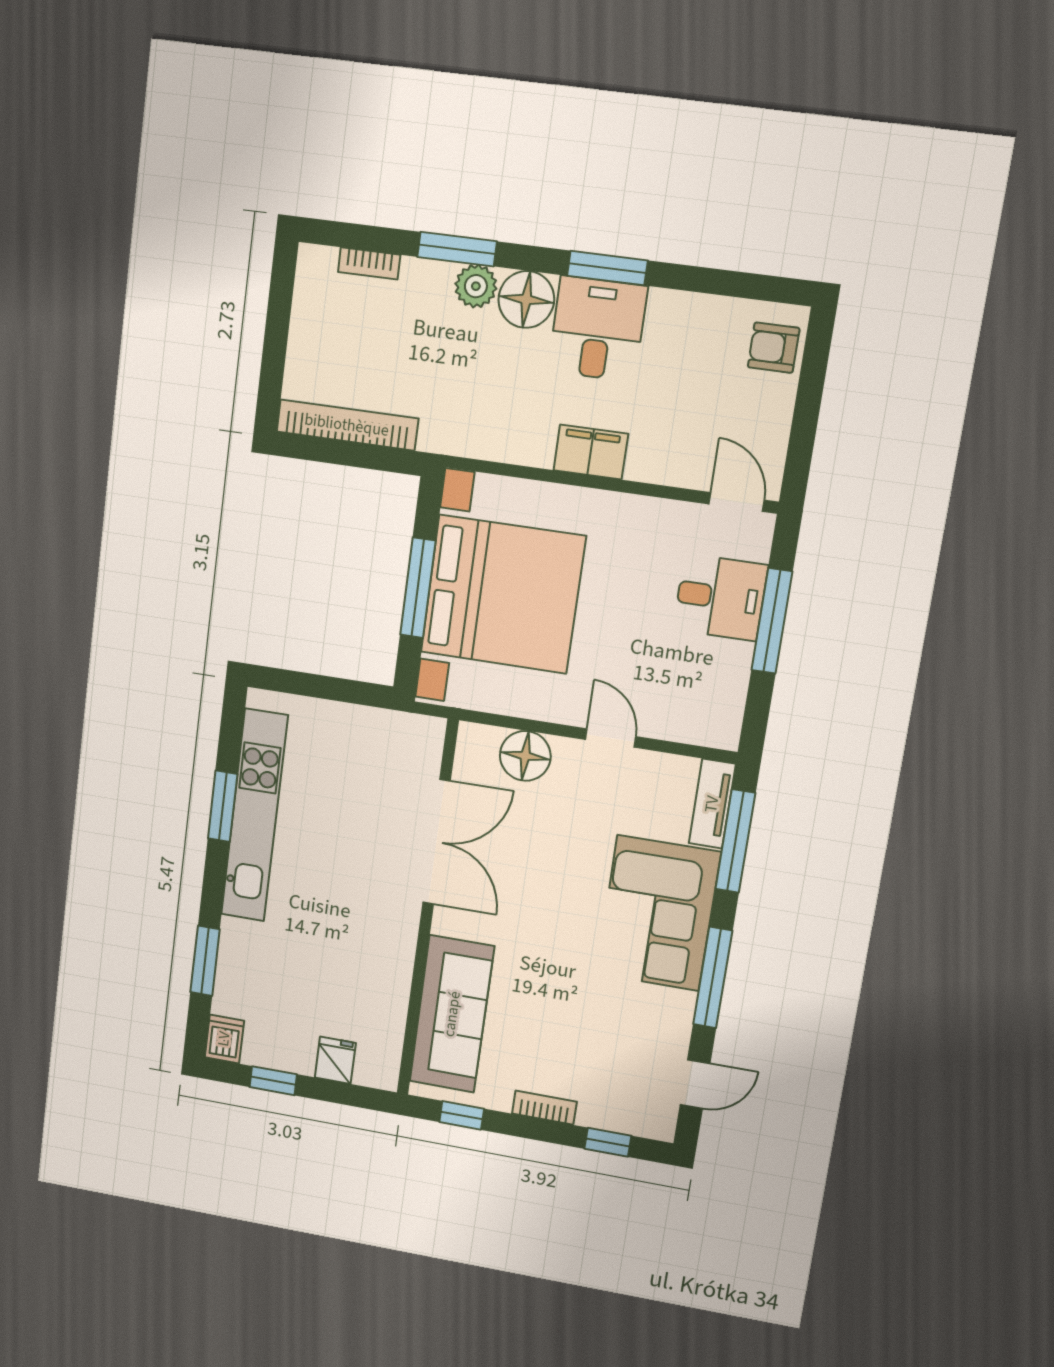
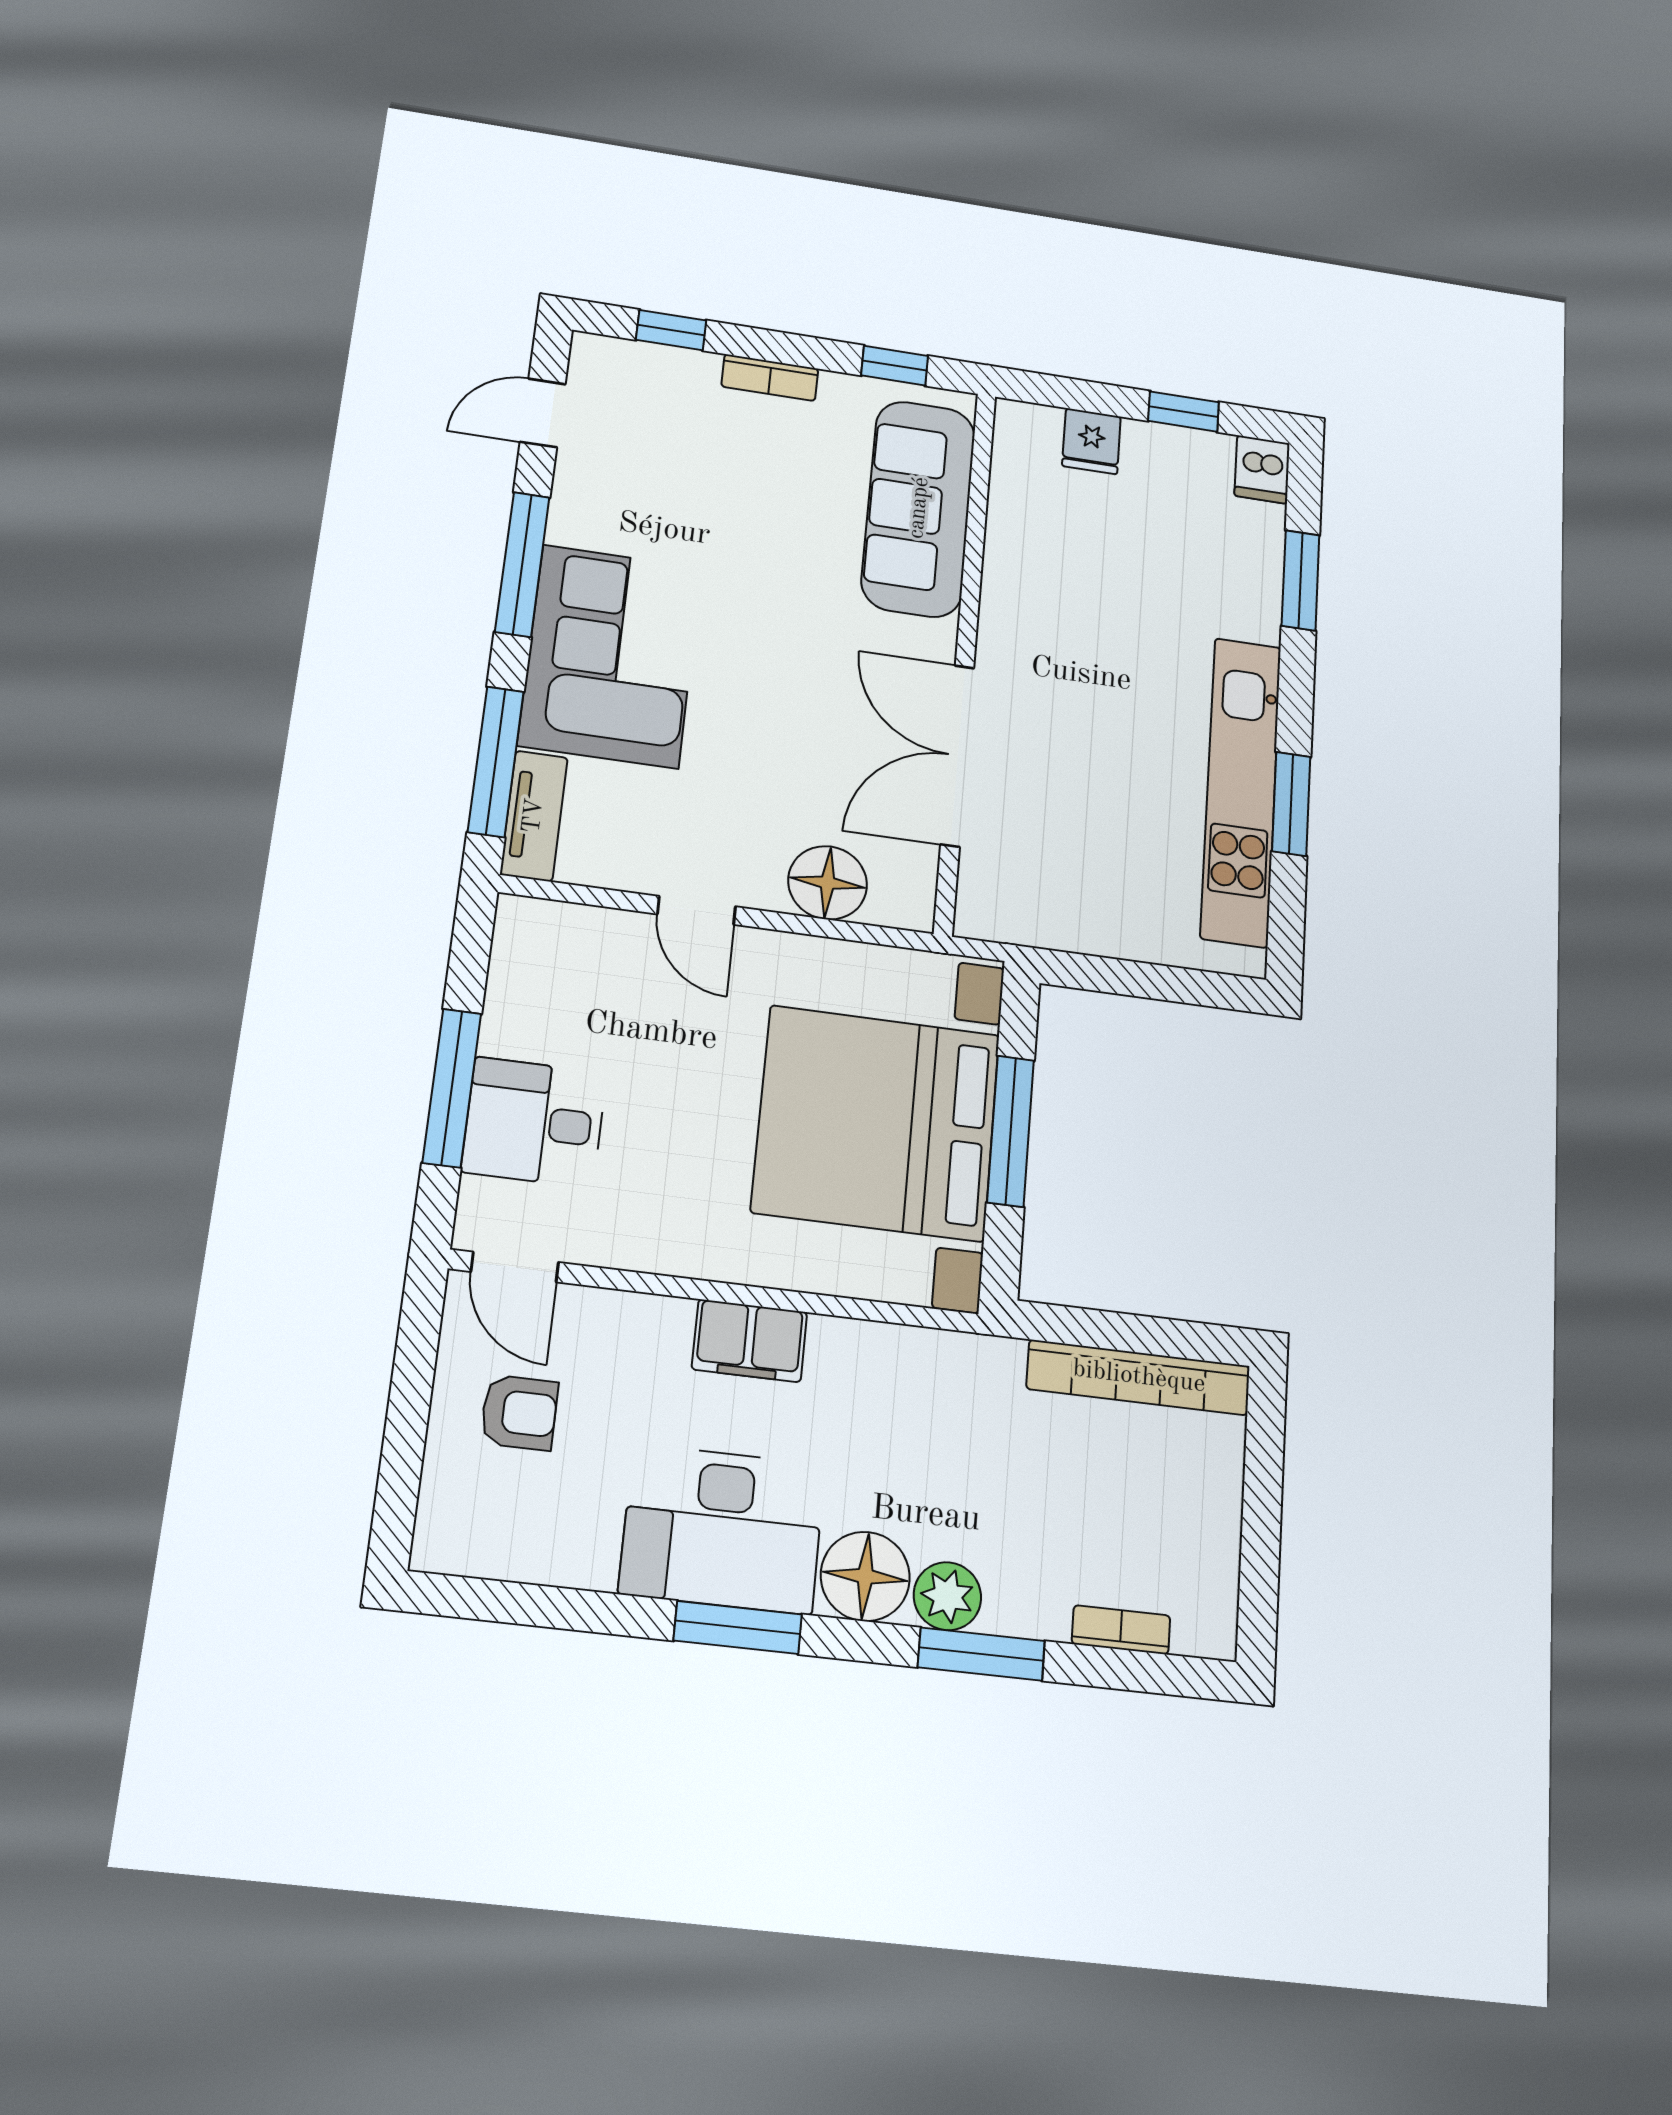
desk: (598, 329) -> (722, 1529), width x1.37
armchair: (774, 348) -> (519, 1413), moved

